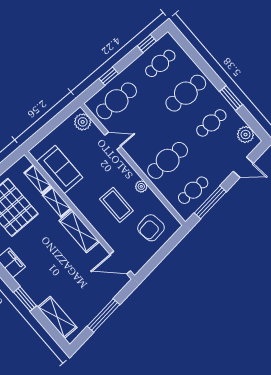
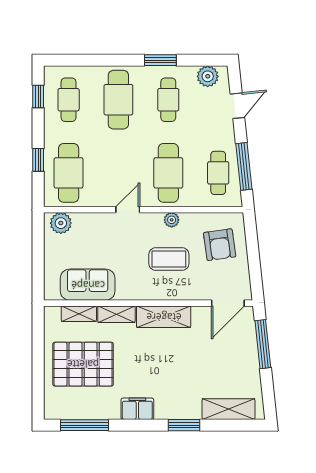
door: (113, 141) -> (128, 210), moved
window: (103, 315) -> (263, 344), moved

